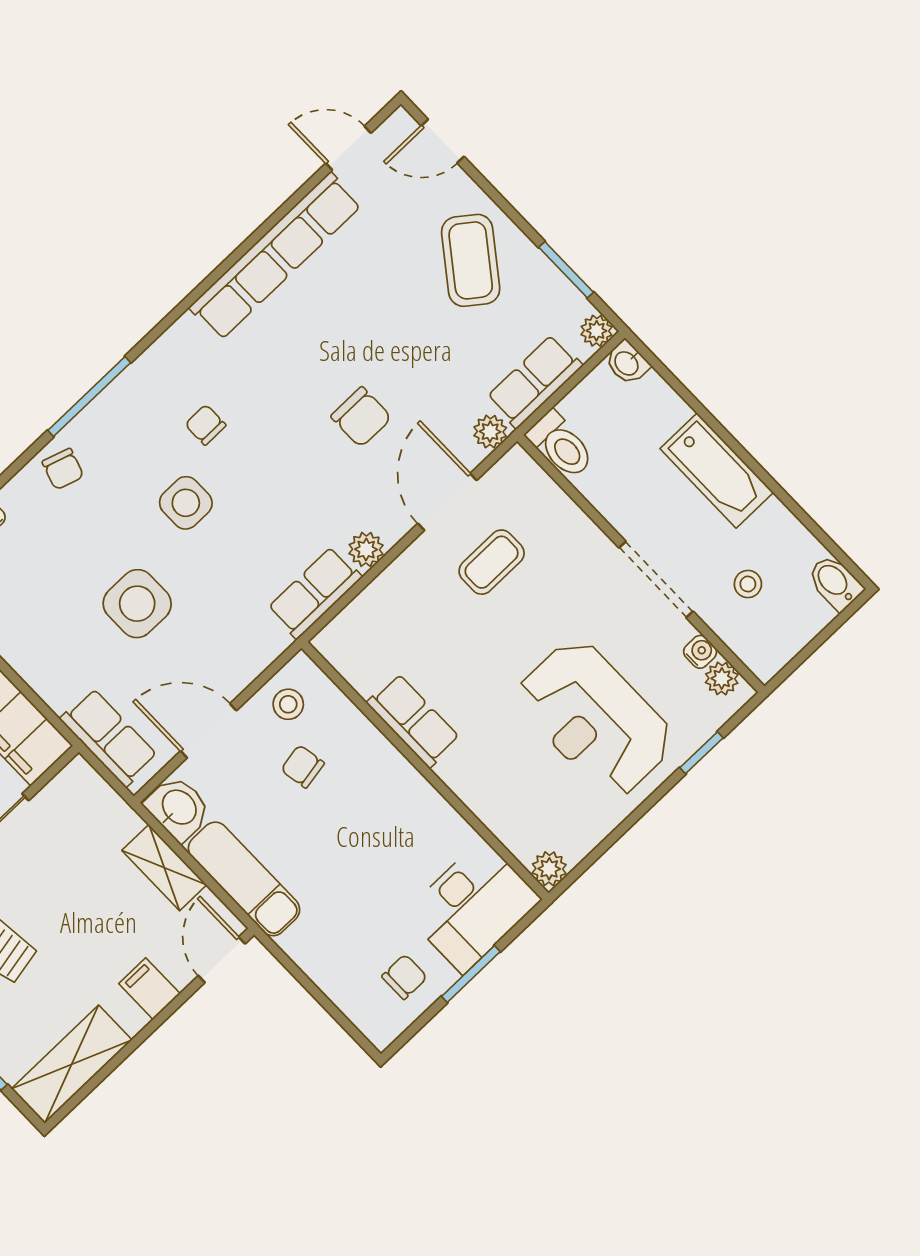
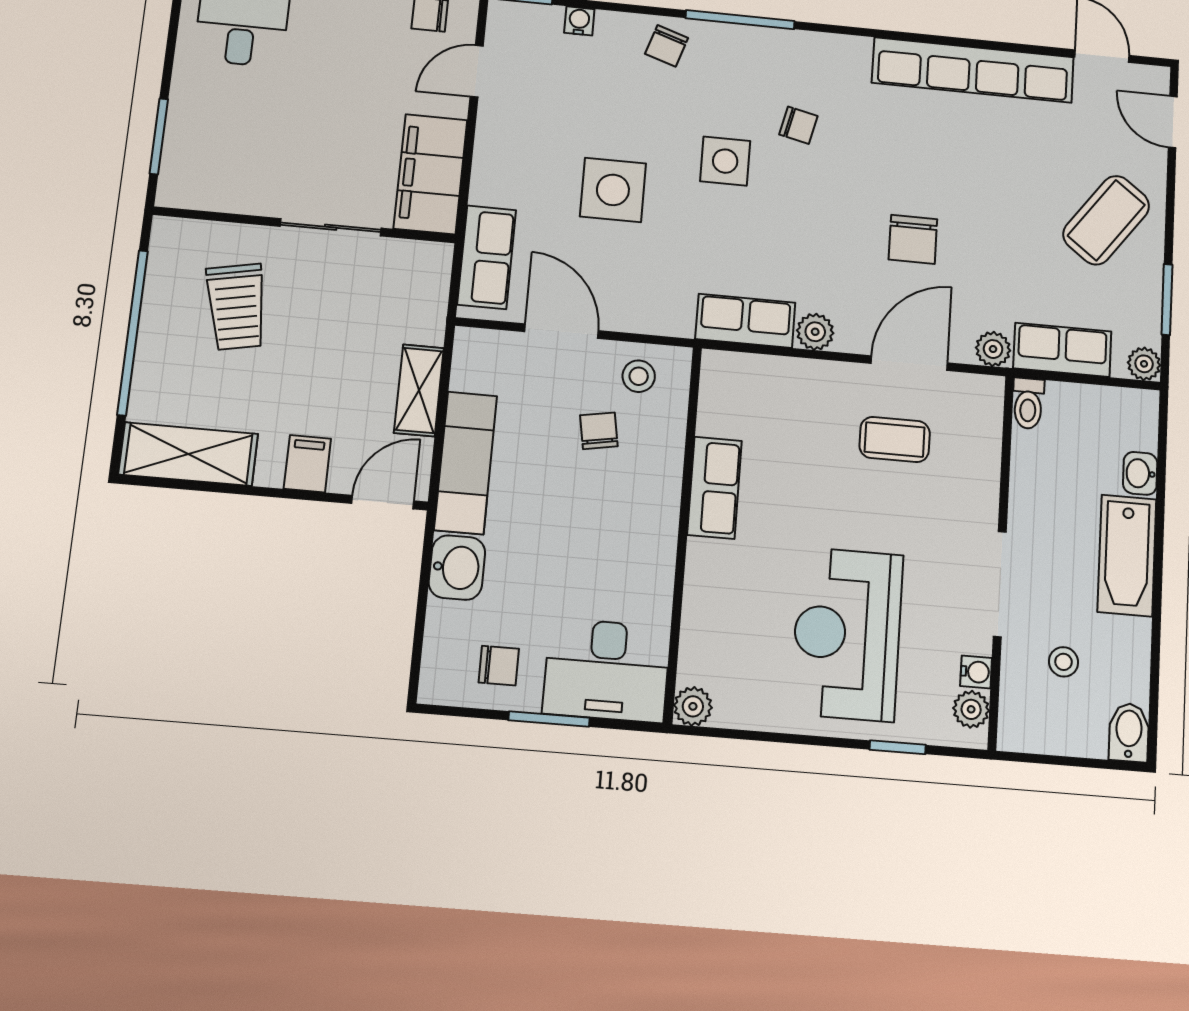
washbasin: (627, 363) -> (1140, 473), moved
chair: (205, 425) -> (798, 125), turned 103
toilet: (561, 445) -> (1028, 403), width x0.73, depth x0.72
washbasin: (178, 808) -> (457, 568), moved

